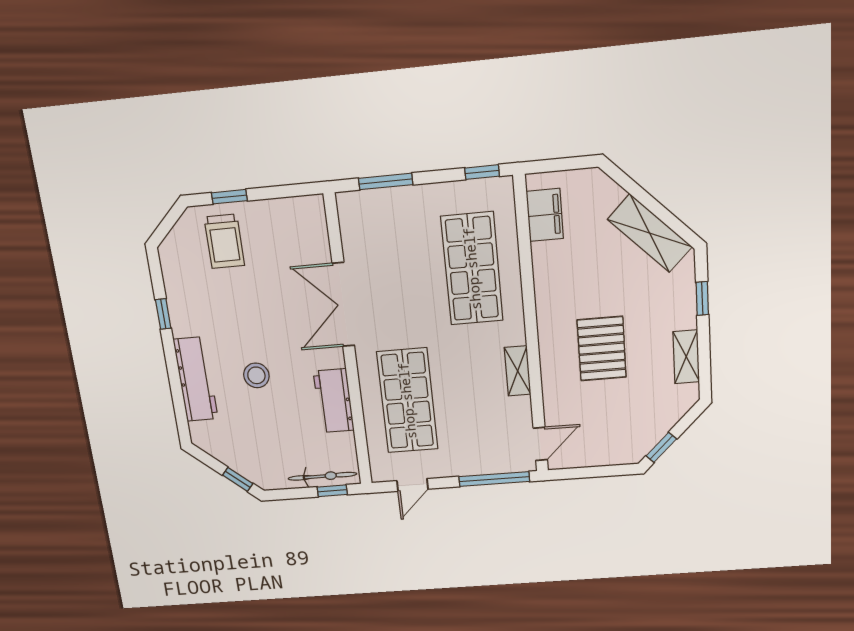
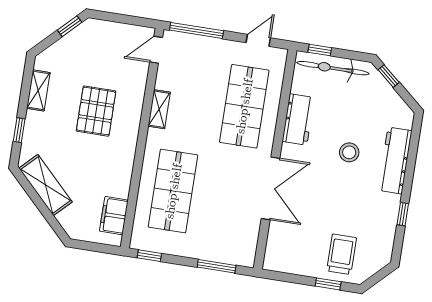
bicycle: (322, 476) -> (333, 68), width x1.37, depth x1.40

